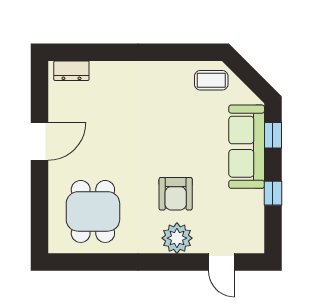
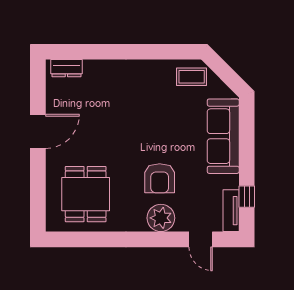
window: (273, 135) -> (247, 126), removed
window: (273, 193) -> (247, 197), moved
tv unit: (255, 230) -> (231, 211), added

